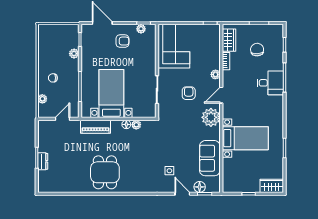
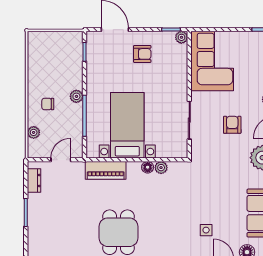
plant: (141, 29) -> (181, 37), moved
plant: (74, 54) -> (76, 96), moved
dresser: (43, 161) -> (34, 180), moved

